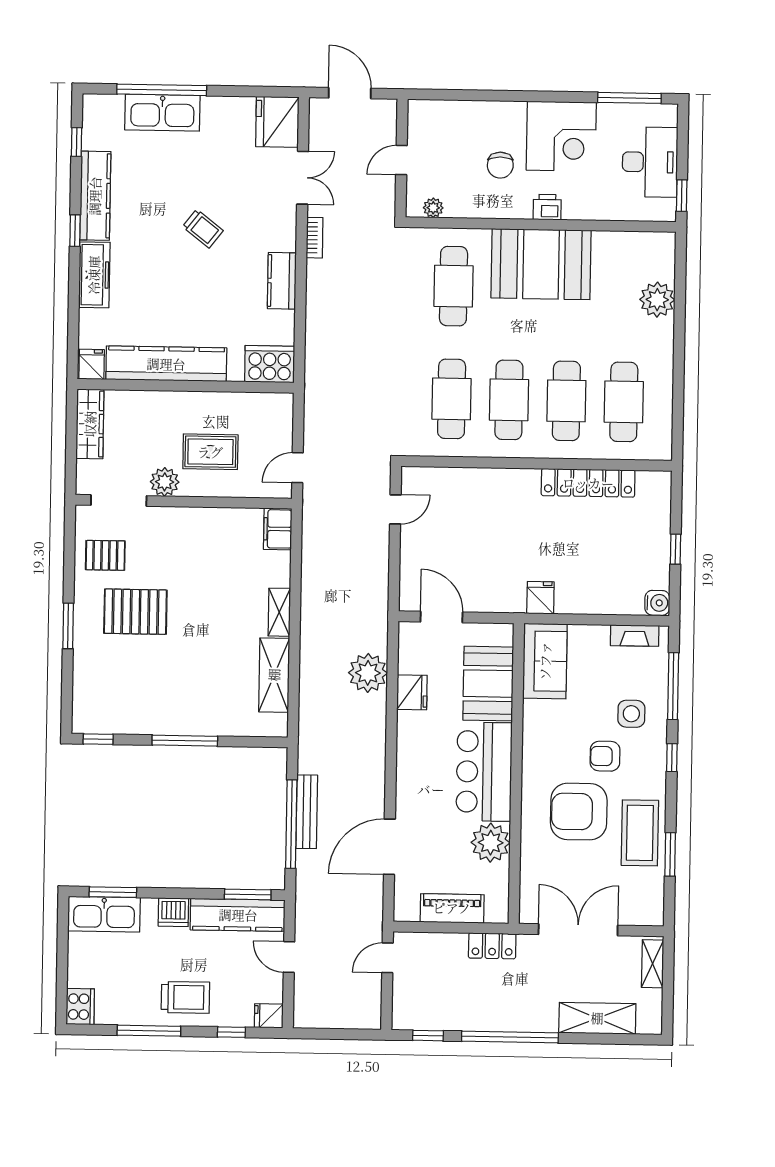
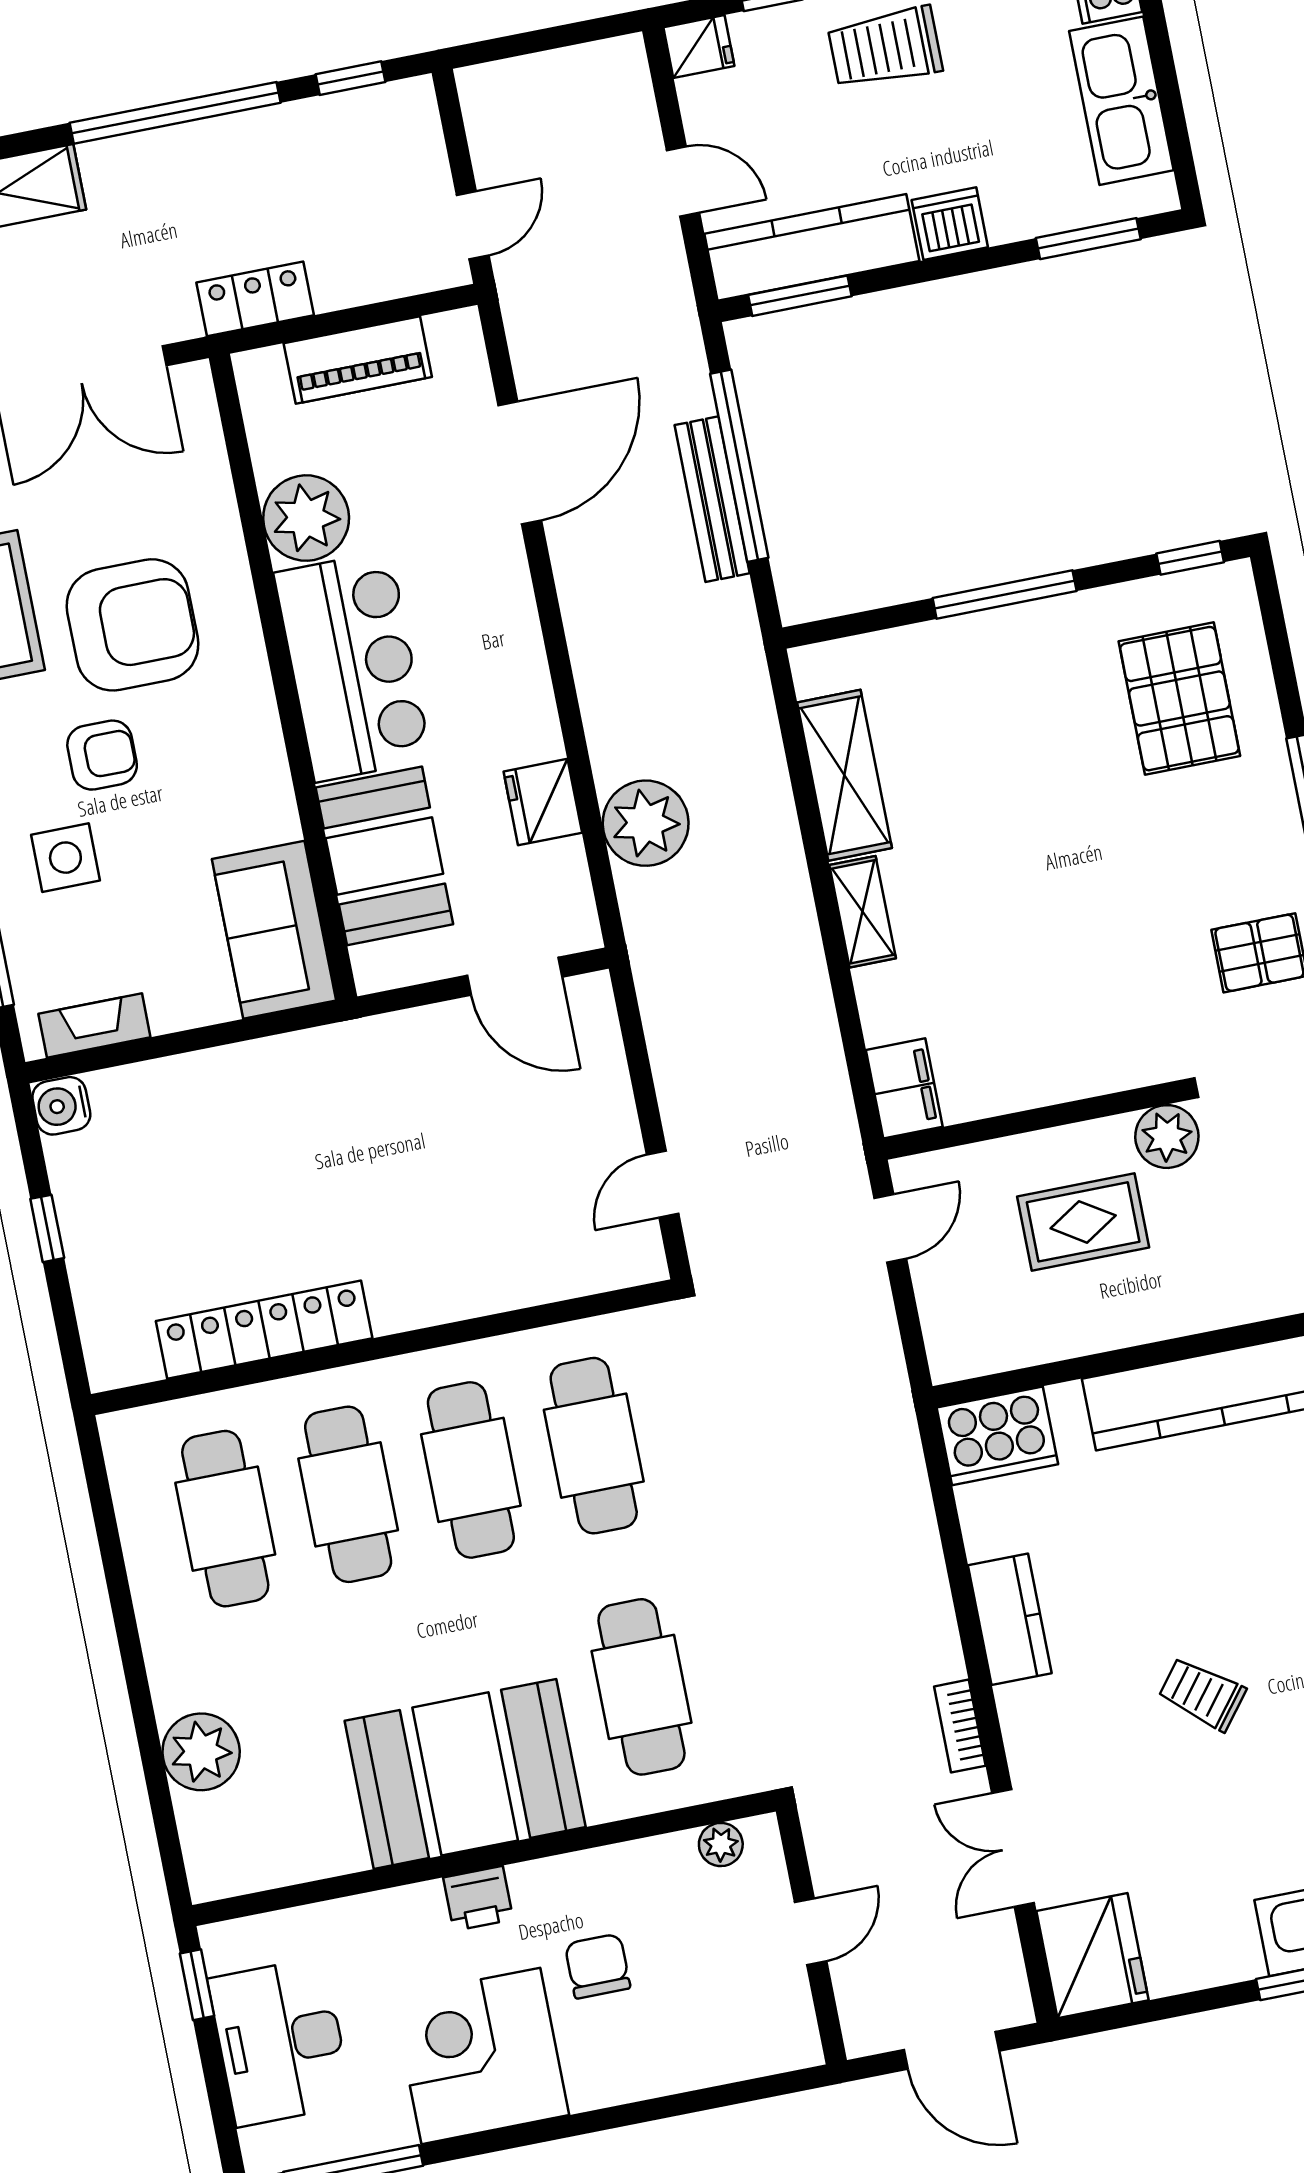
fridge: (540, 598) -> (313, 1063), removed
pallet: (135, 612) -> (1179, 699), moved, turned 90
kitchen sink: (104, 914) -> (1121, 101), moved, turned -90

